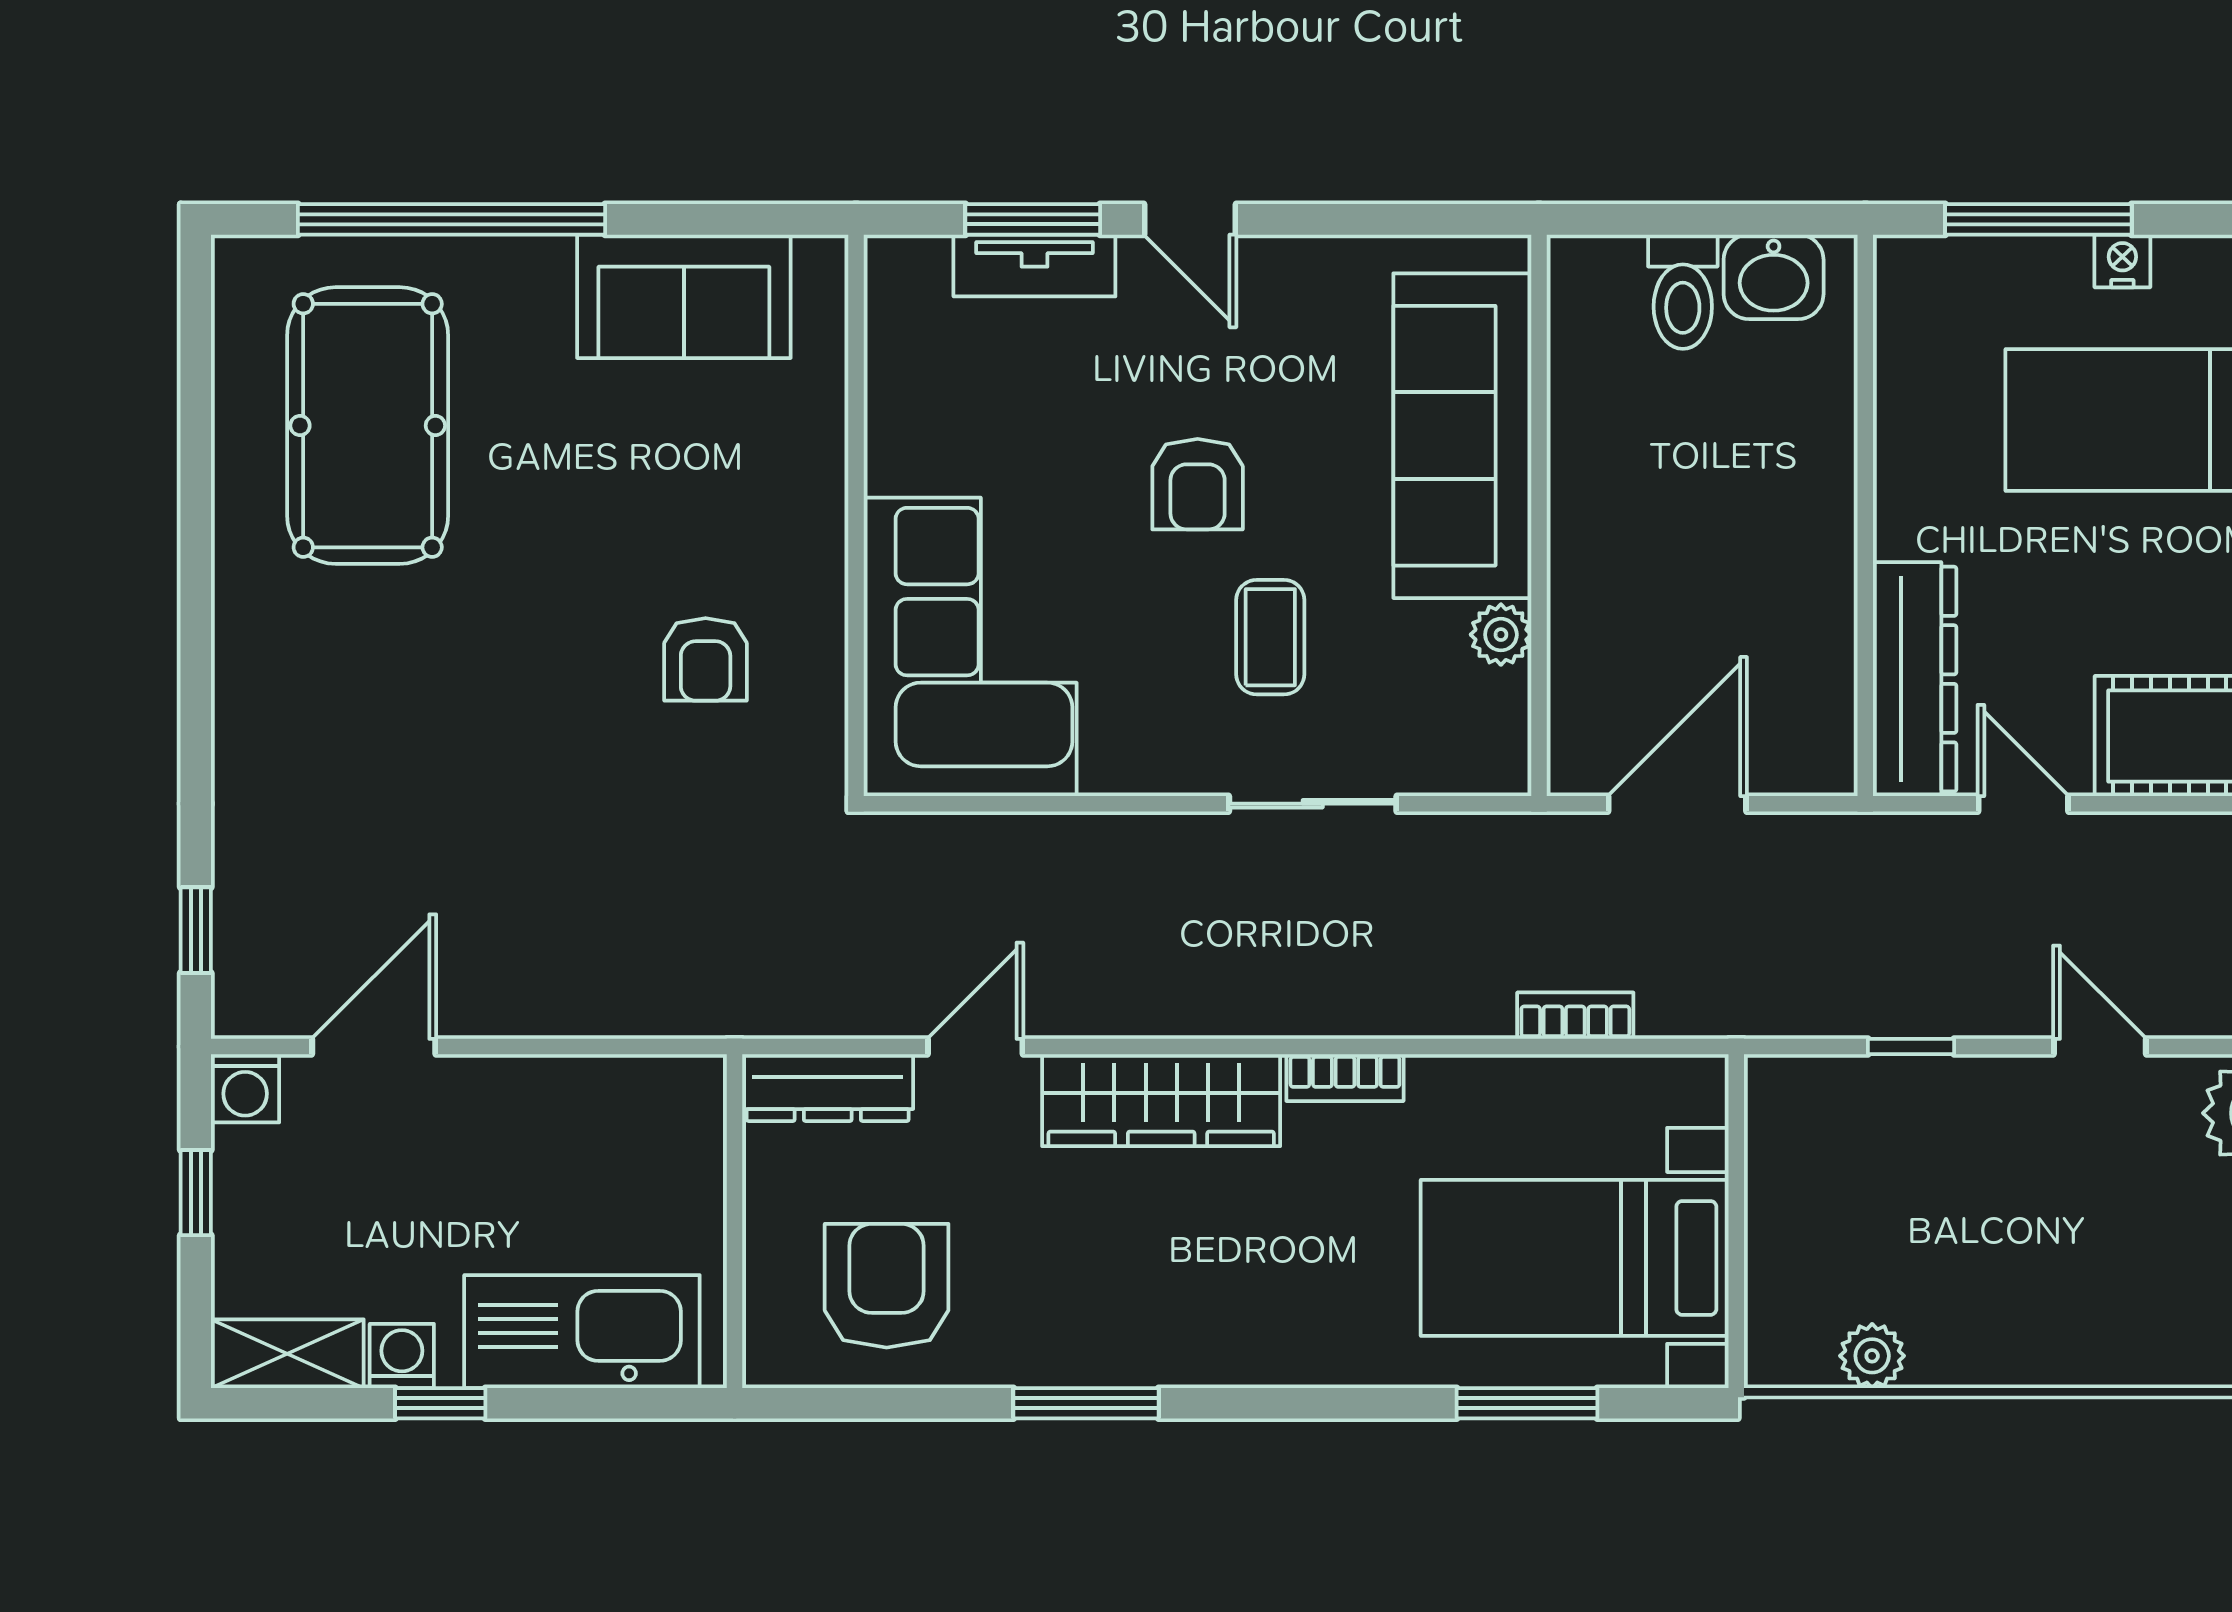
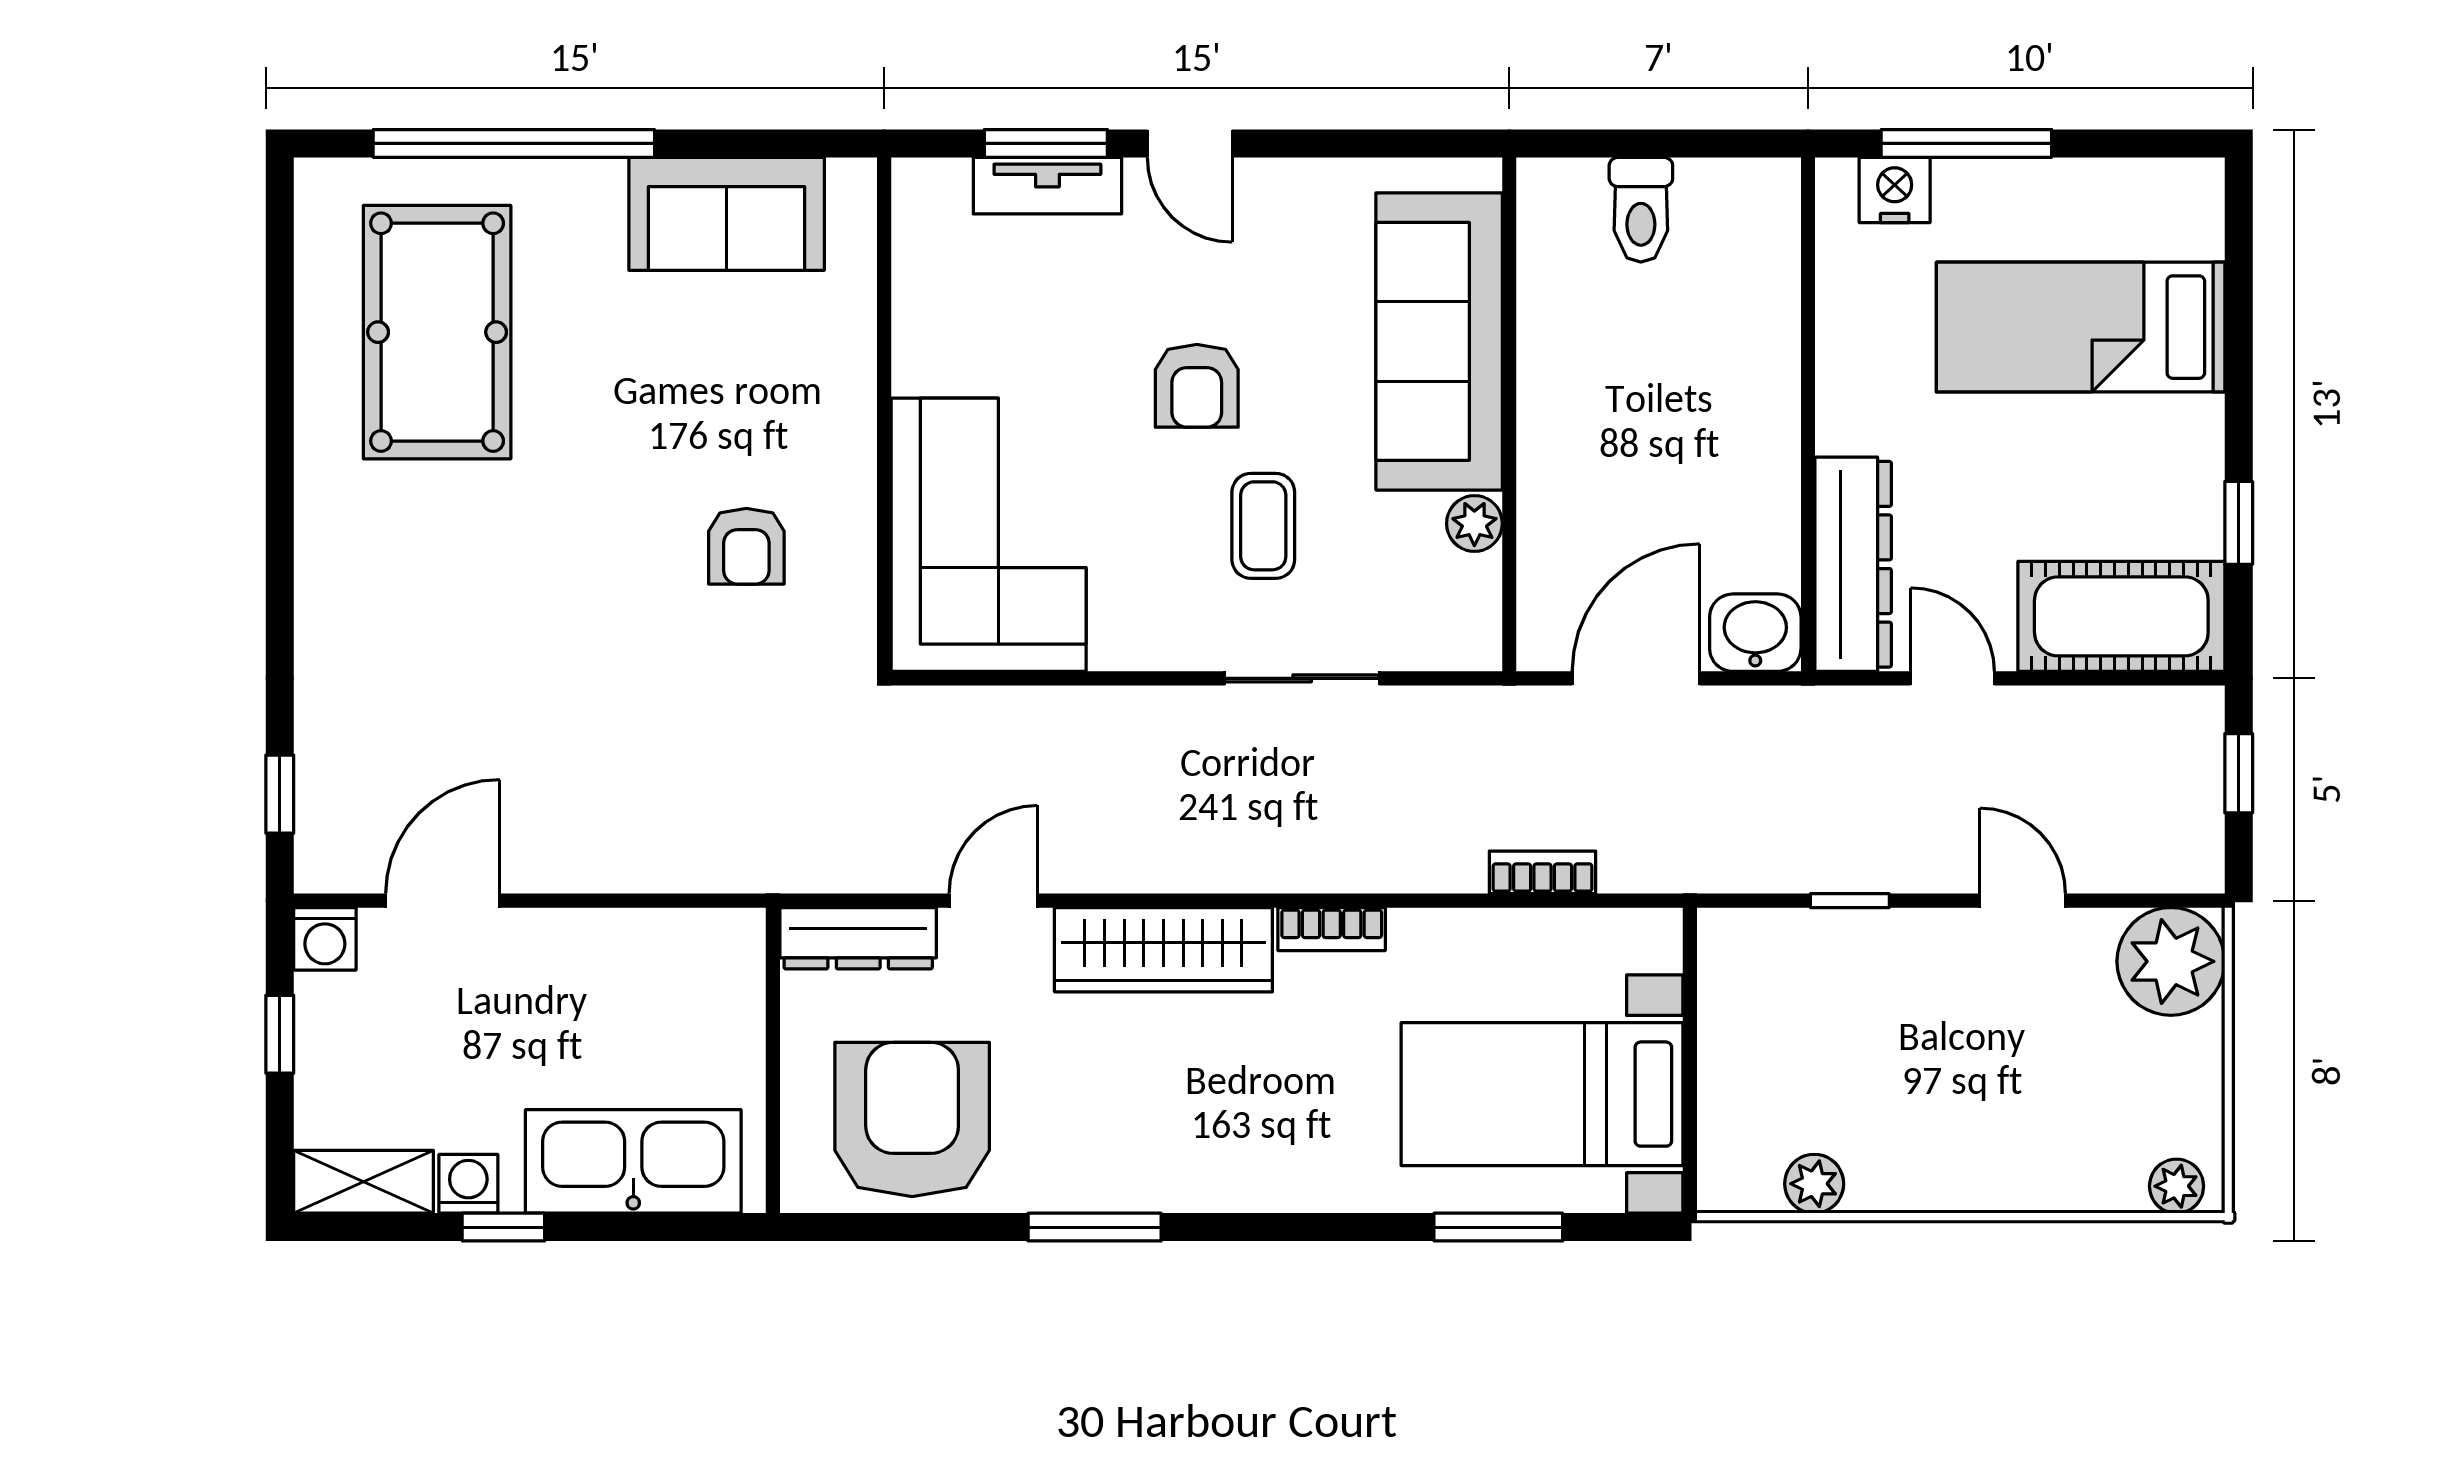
nightstand: (2122, 261) -> (1895, 190), moved, width x1.39, depth x1.35
washbasin: (1774, 277) -> (1755, 633), moved, turned 180
armchair: (887, 1286) -> (912, 1120), width x1.36, depth x1.36

